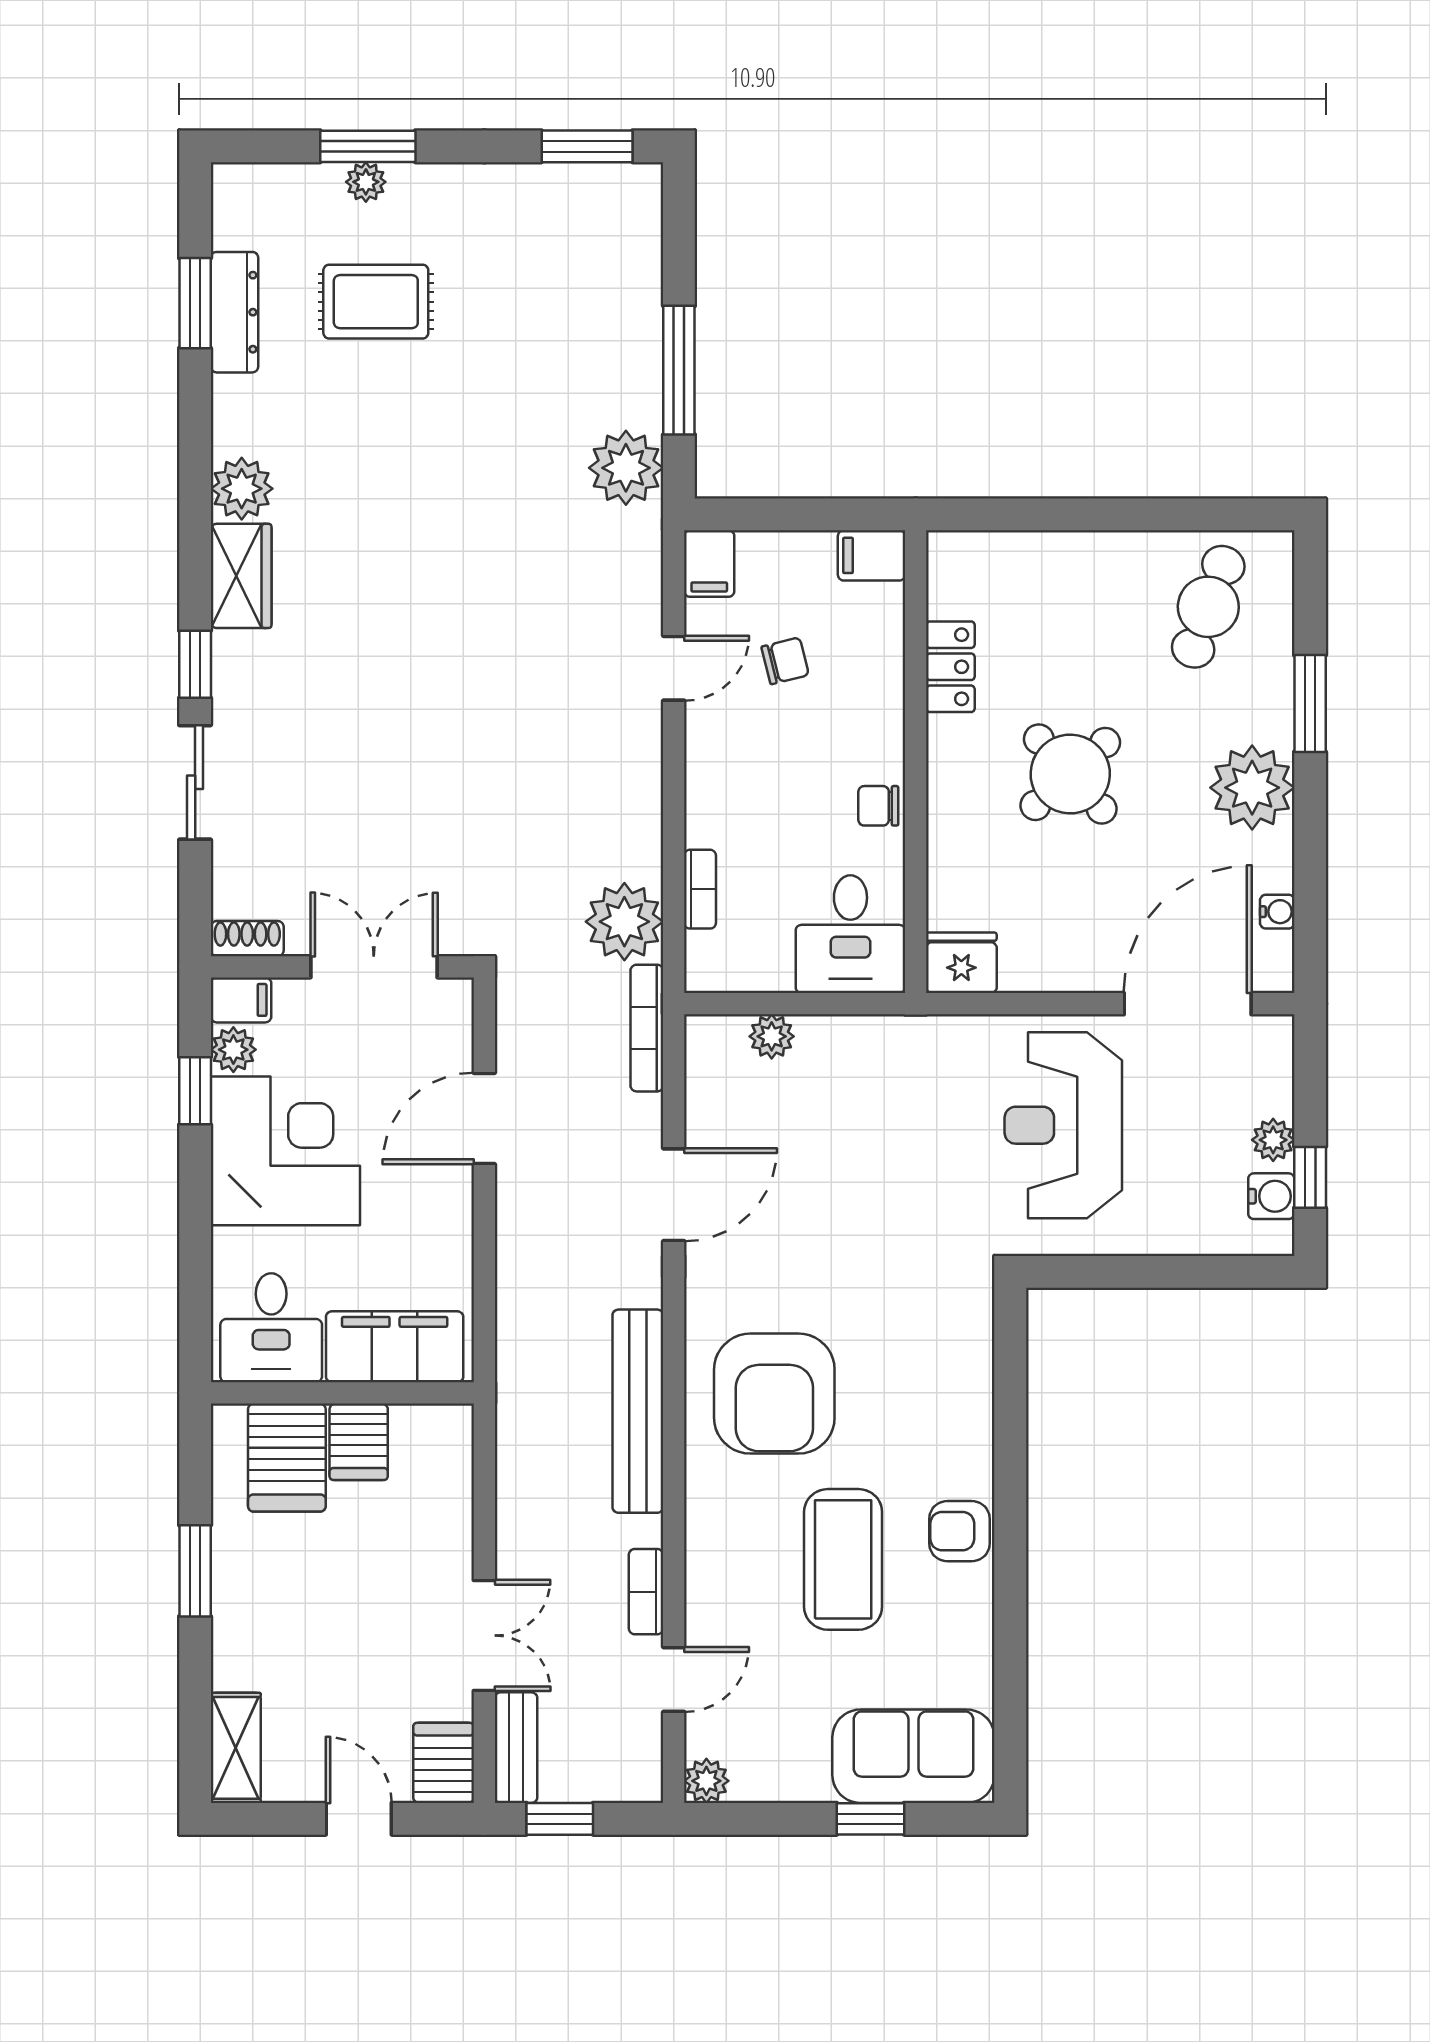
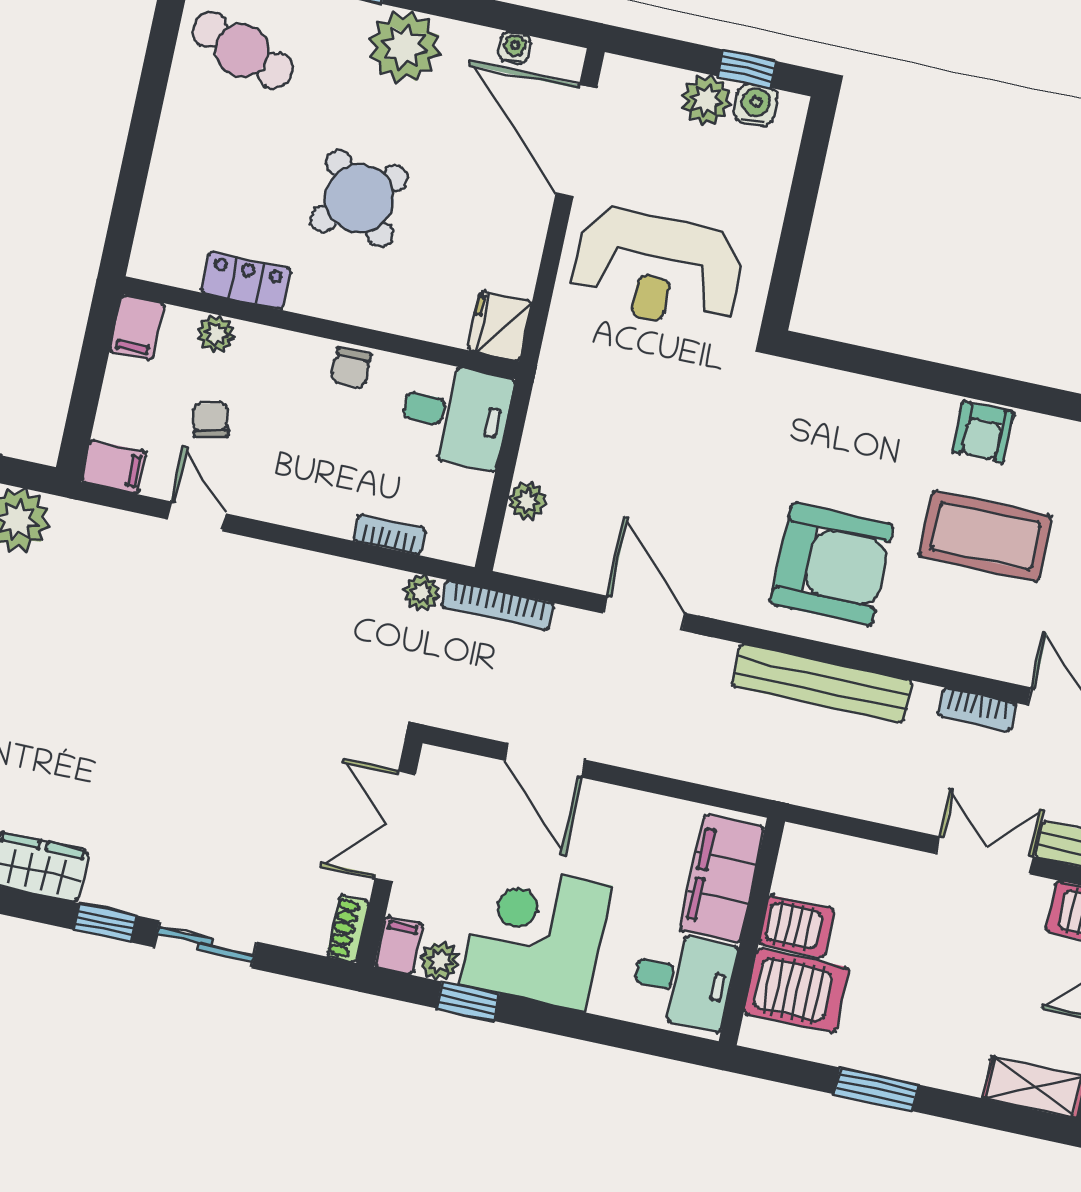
plant: (883, 646) -> (216, 334), added
plant: (624, 922) -> (422, 593), width x0.53, depth x0.53
plant: (1273, 1140) -> (706, 100), width x1.38, depth x1.38

